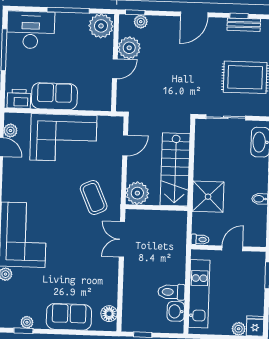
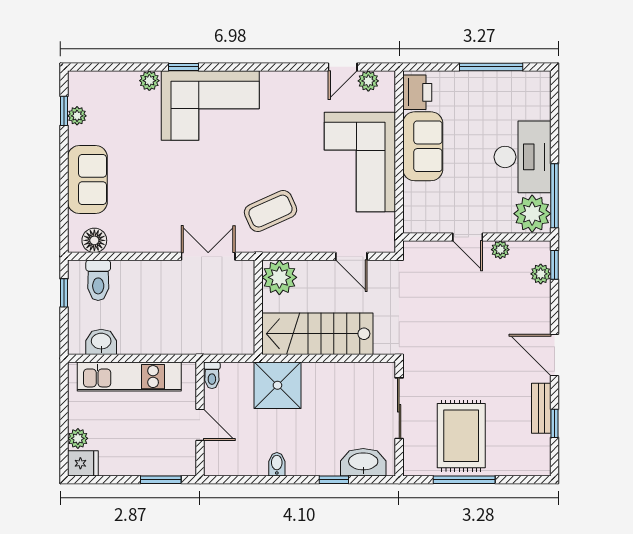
window: (68, 10) -> (554, 196), moved
bench: (244, 25) -> (541, 408), moved
desk: (31, 30) -> (523, 157), moved
plant: (129, 48) -> (500, 250), width x0.53, depth x0.53
toilet: (171, 292) -> (98, 280), moved, turned 180

